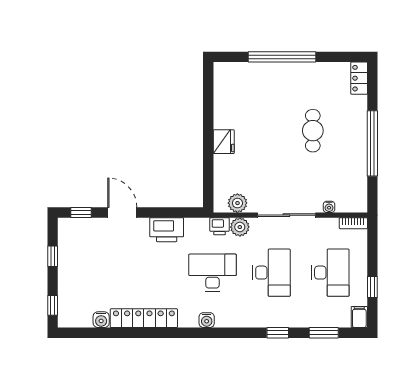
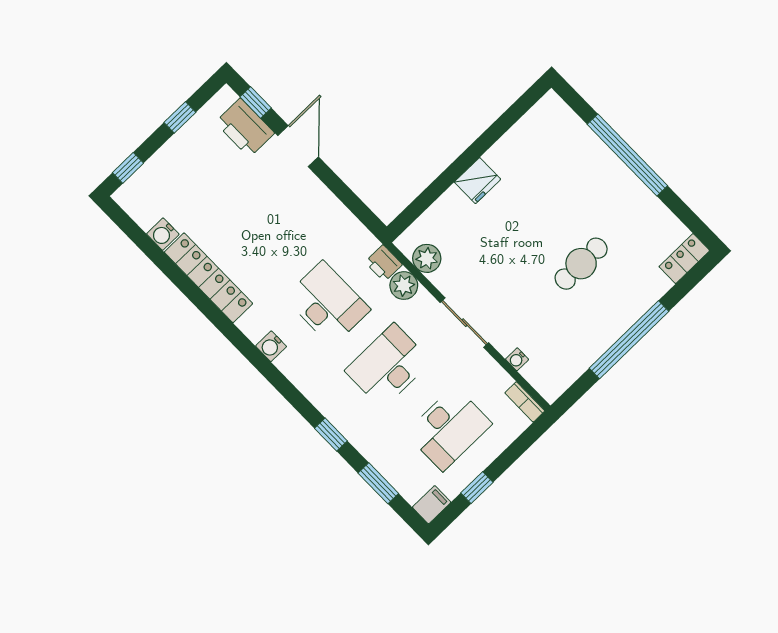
sliding door: (286, 215) -> (464, 323), width x0.73
printer: (167, 230) -> (245, 128), moved
desk: (271, 273) -> (388, 366), turned 180

